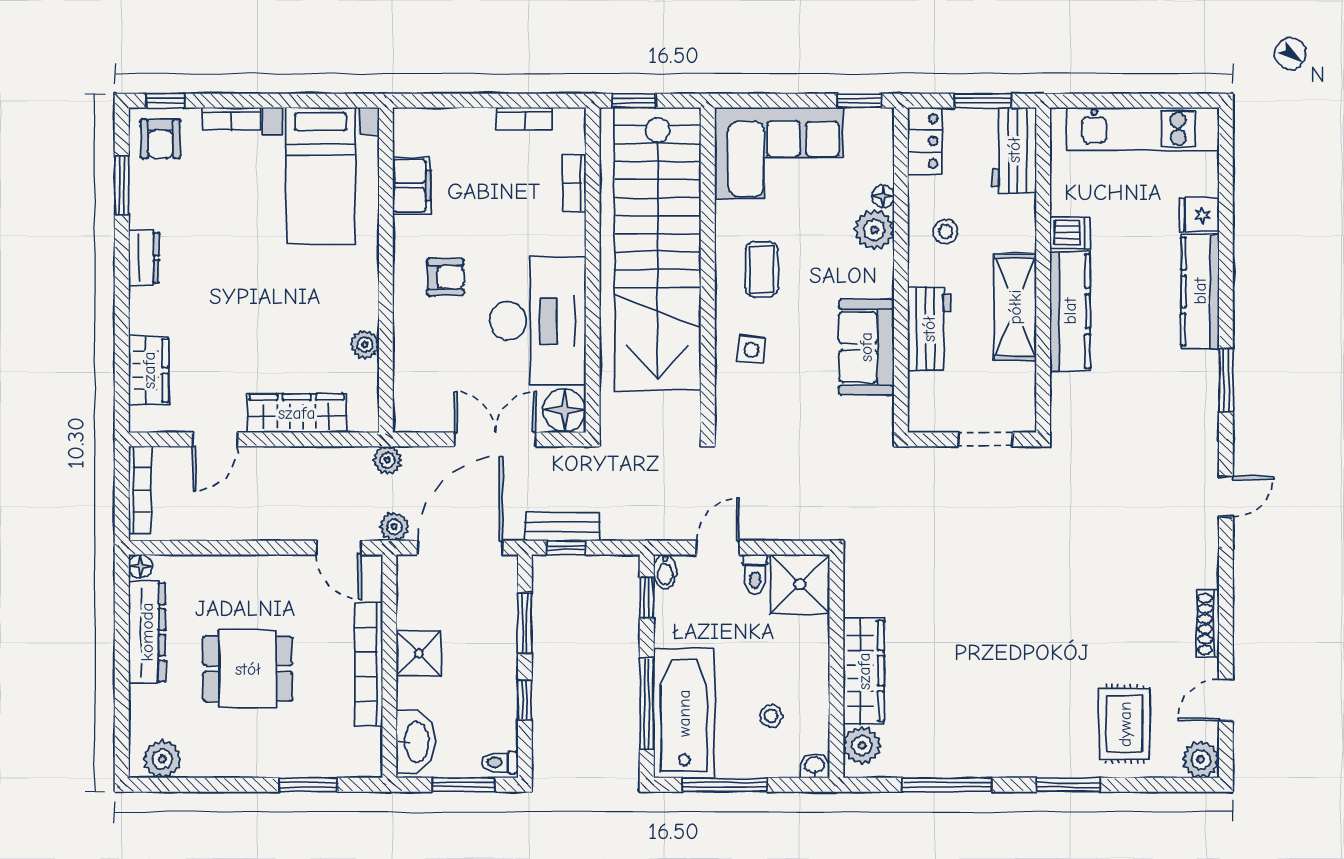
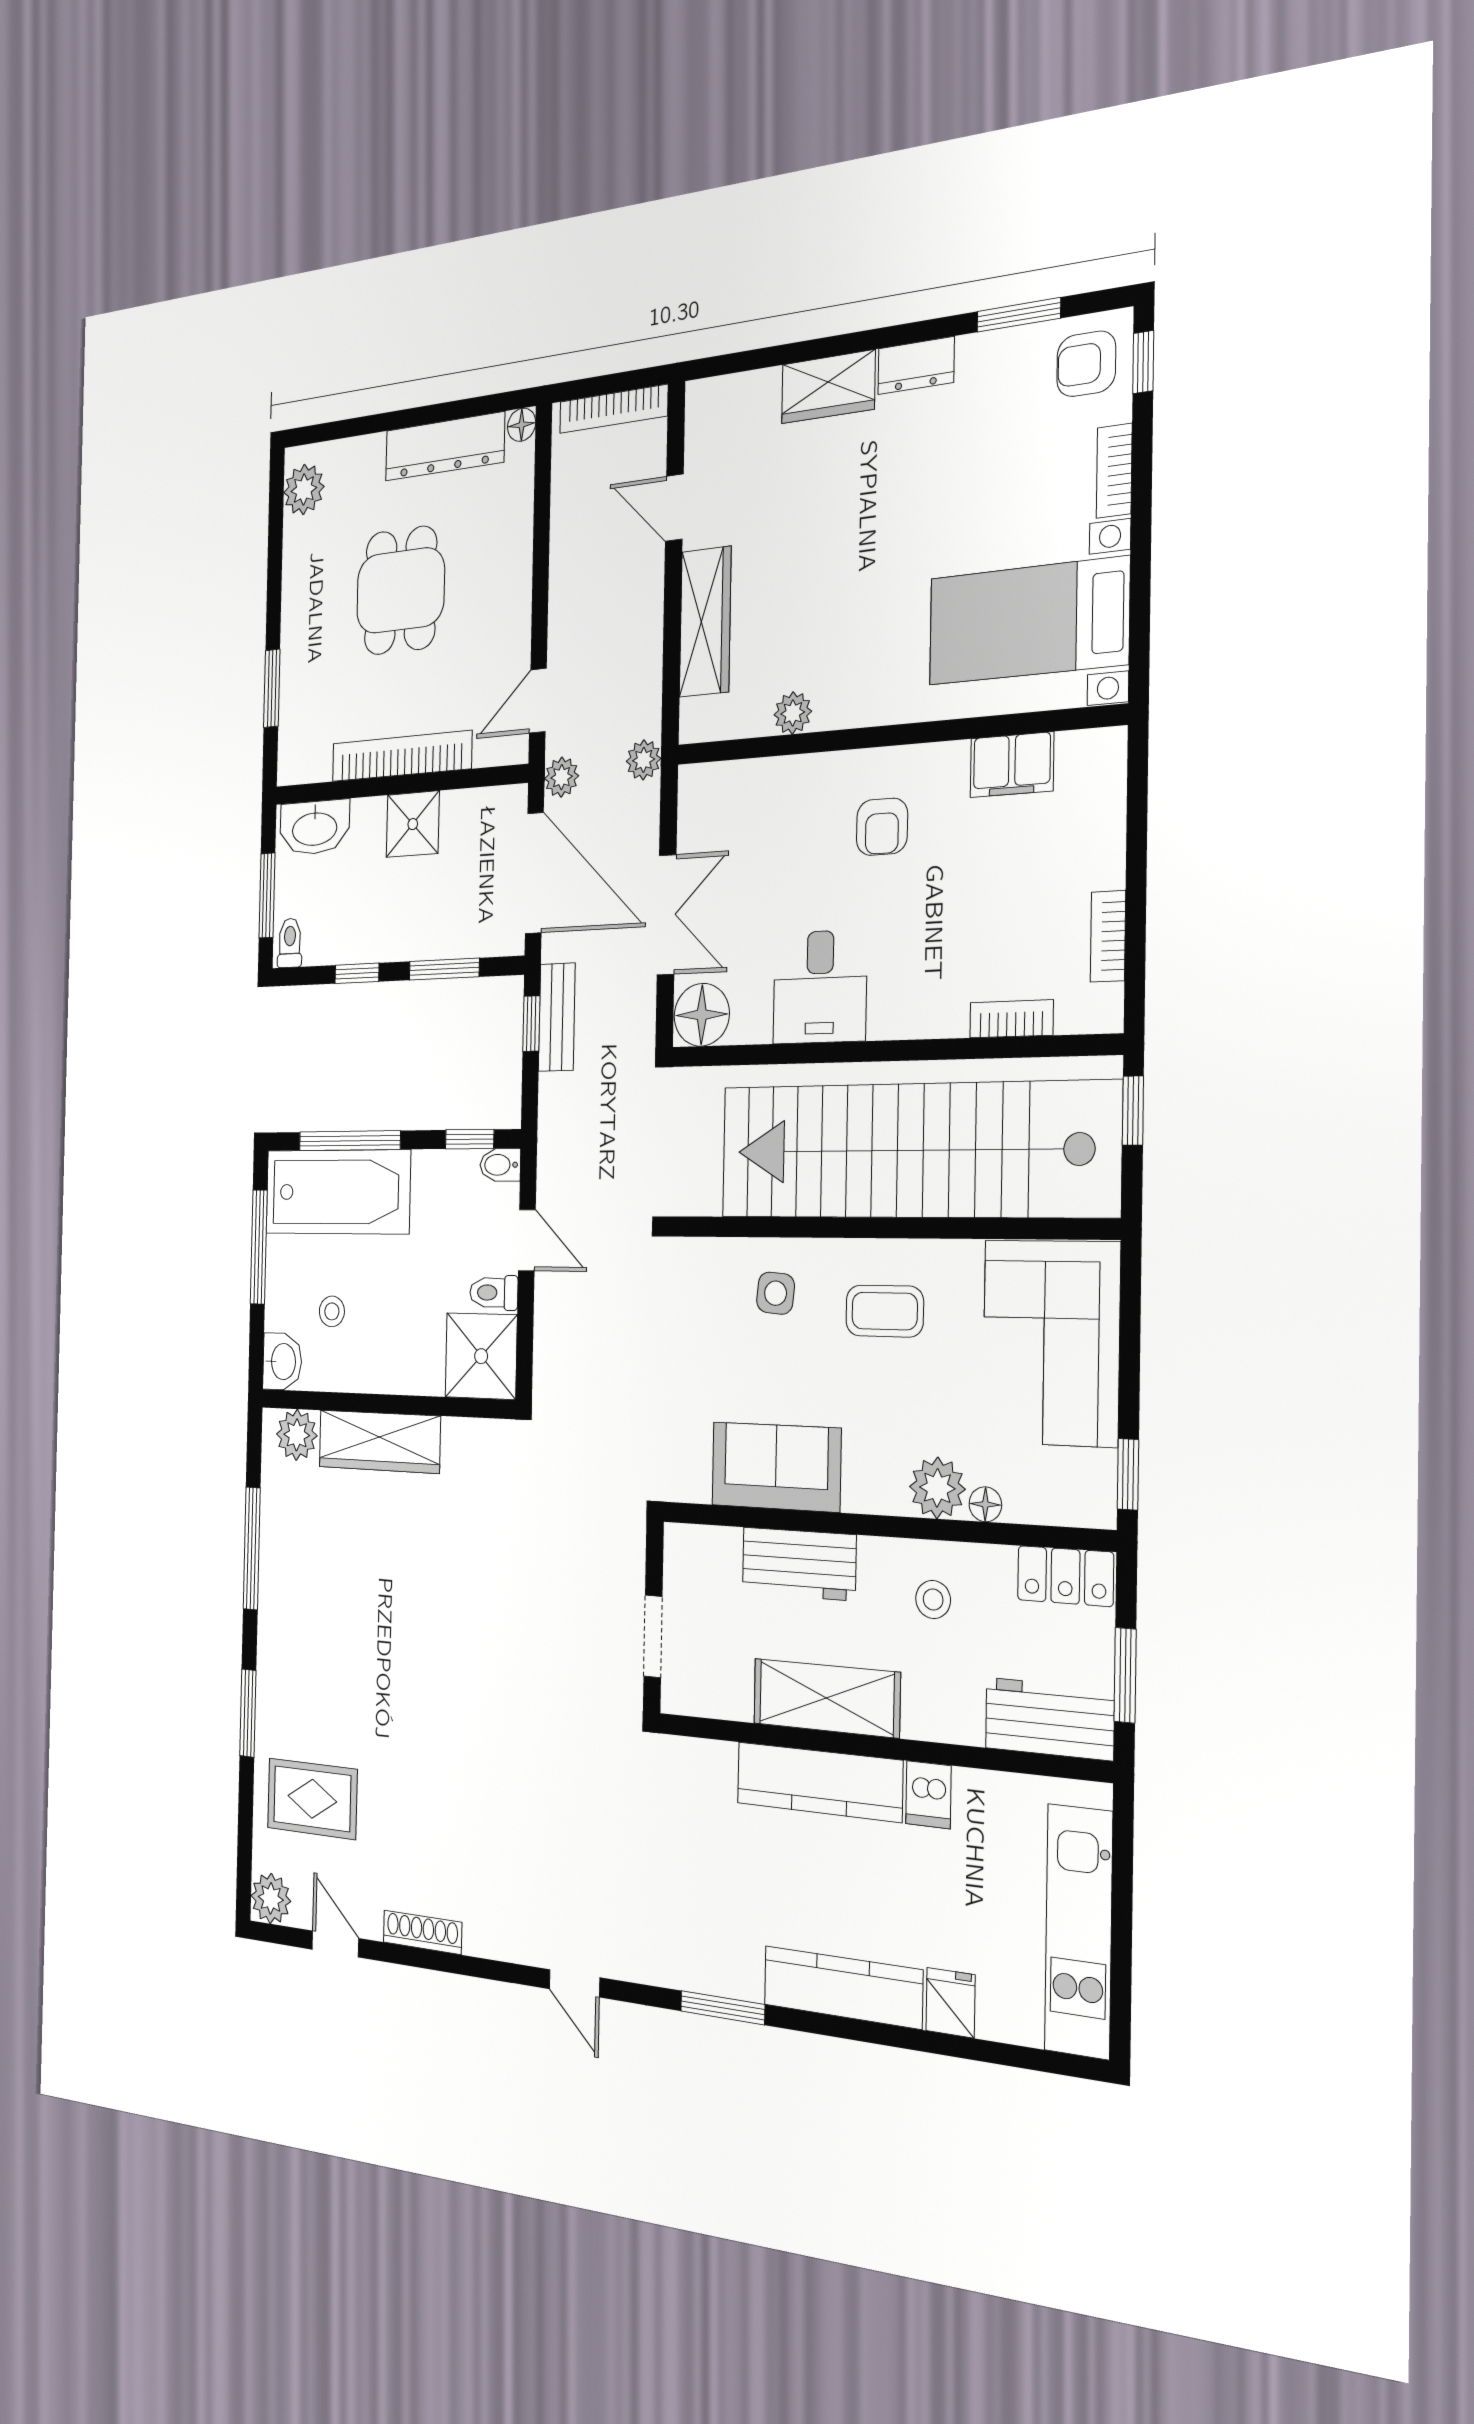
desk: (538, 321) -> (820, 987), width x0.53, depth x0.77
wardrobe: (149, 370) -> (828, 387), moved
washbasin: (815, 766) -> (282, 1362), width x1.38, depth x1.45

